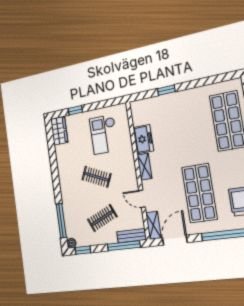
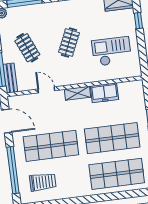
shop shelf: (189, 128) -> (112, 138), added
door: (142, 199) -> (46, 90), hinge flipped
shelving: (153, 225) -> (21, 101), removed

